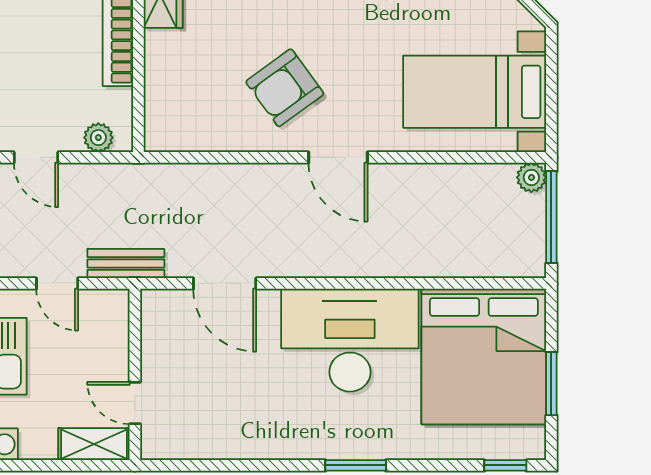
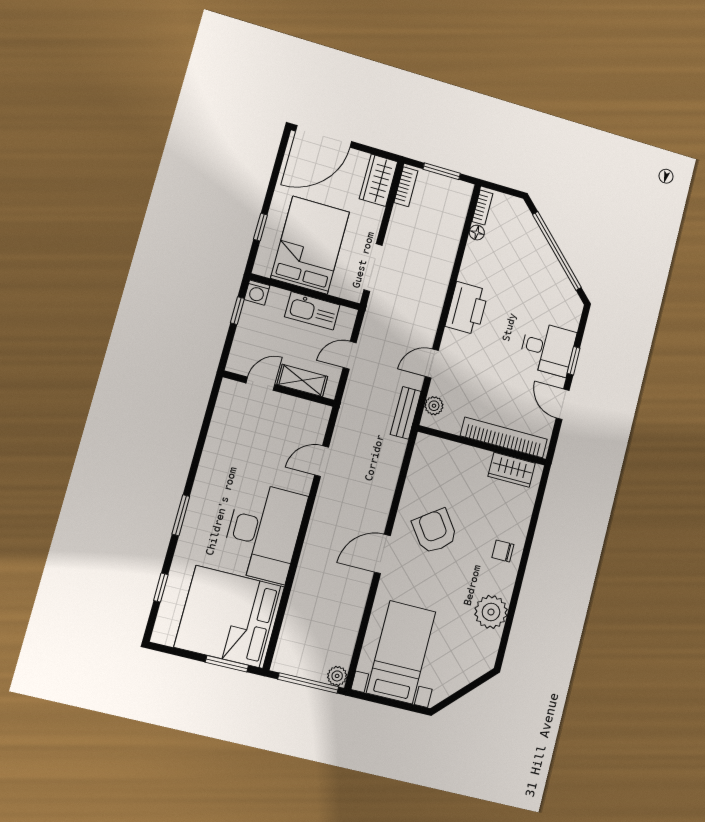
bench: (126, 263) -> (406, 413), moved
door: (225, 283) -> (322, 461), width x0.73
window: (551, 384) -> (227, 664), moved
shelving: (94, 444) -> (302, 380), moved, turned 90
window: (37, 465) -> (237, 311), added
window: (505, 465) -> (161, 588), moved

